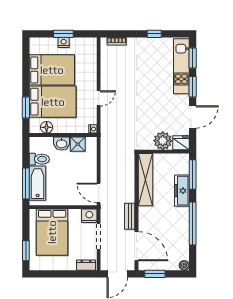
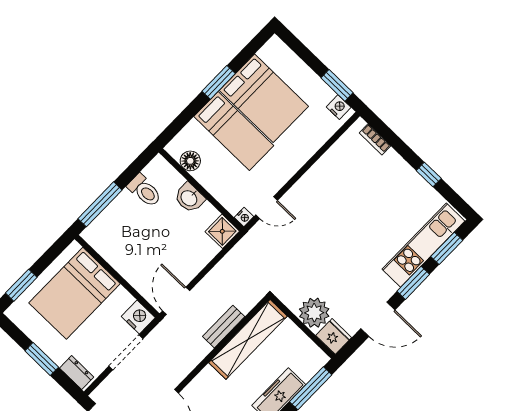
window: (63, 34) -> (337, 85), moved
nightstand: (64, 43) -> (339, 107), moved
door: (99, 98) -> (267, 208), moved
bed: (53, 102) -> (234, 131), width x0.67
window: (26, 107) -> (219, 82), moved
shower: (78, 144) -> (222, 231), moved
bathtub: (38, 183) -> (114, 218), removed
bench: (130, 216) -> (224, 327), moved
window: (65, 274) -> (42, 359), added

